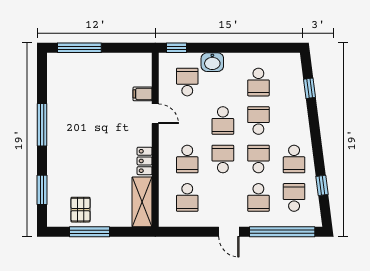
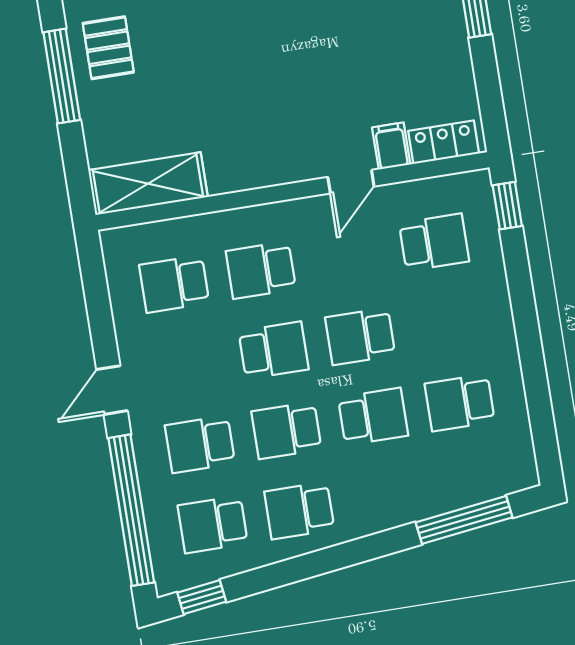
washbasin: (212, 62) -> (488, 292), removed
window: (309, 88) -> (464, 520), width x2.17
school desk: (258, 159) -> (286, 430), turned 180
locker: (145, 161) -> (444, 142), moved
window: (322, 185) -> (202, 597), moved
school desk: (294, 197) -> (213, 524), turned 180
pallet: (80, 210) -> (108, 48), turned 90

